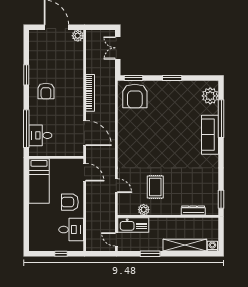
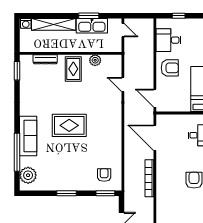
armchair: (135, 96) -> (104, 175), width x0.53, depth x0.53
rug: (169, 145) -> (69, 125), added
rug: (155, 187) -> (73, 69), moved
kitchen sink: (133, 225) -> (92, 26), moved, turned 180

